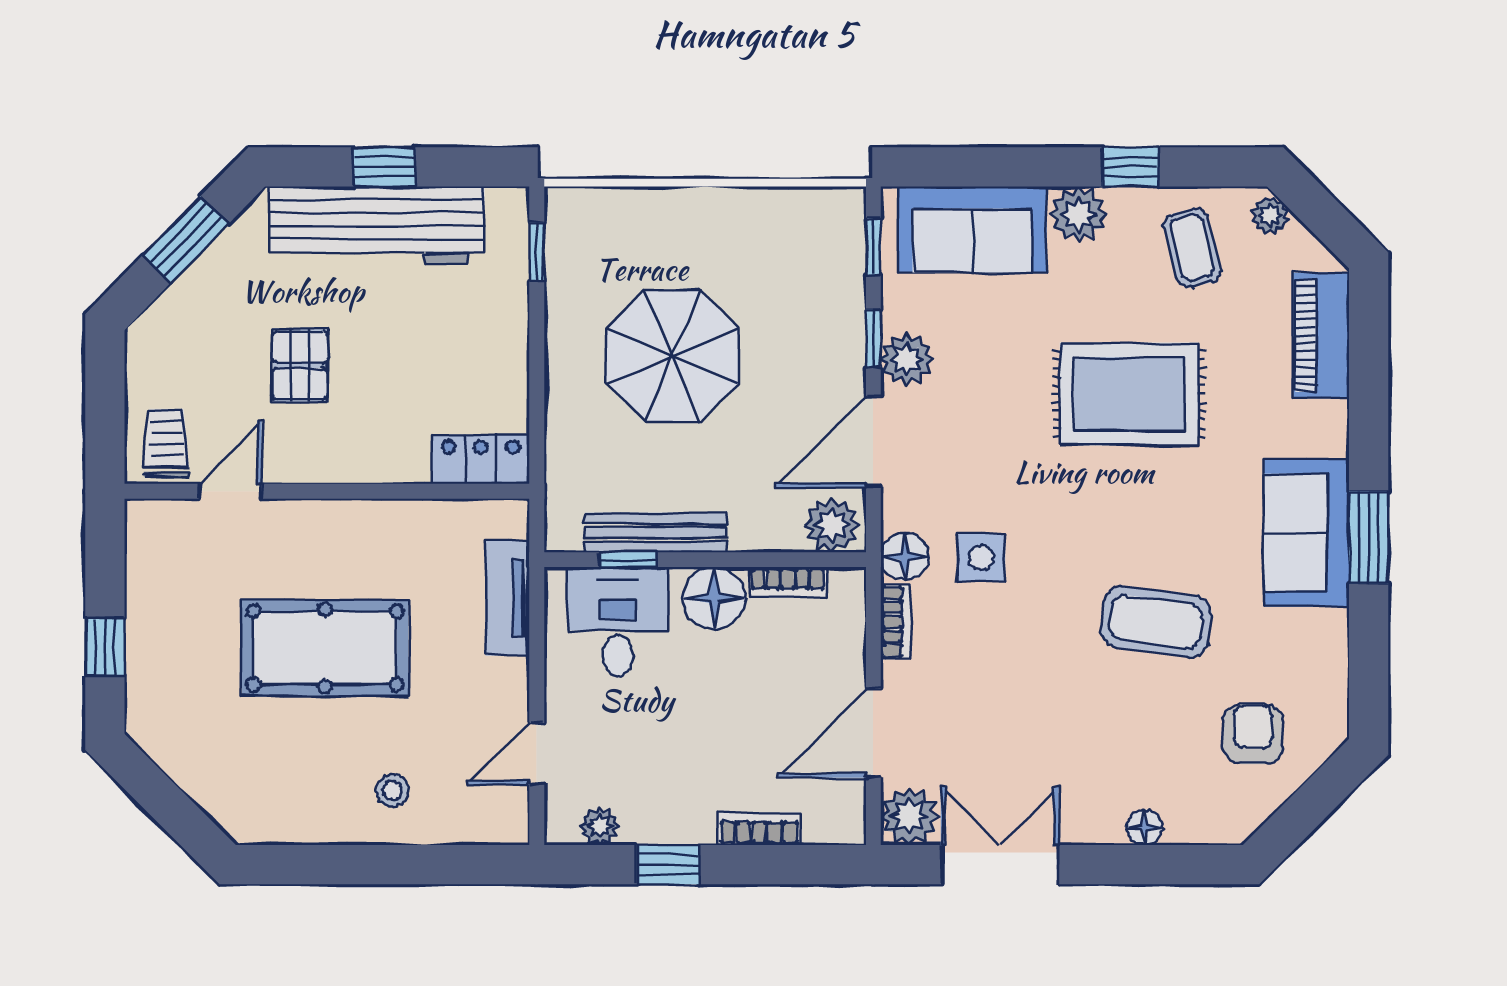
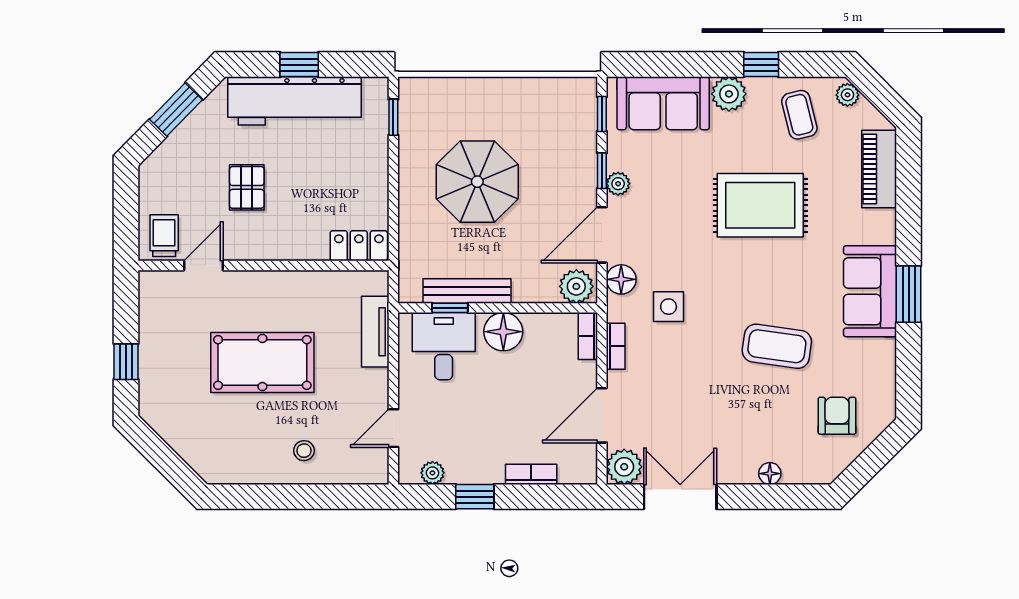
plant: (907, 359) -> (618, 184), width x0.73, depth x0.73
floor lamp: (905, 557) -> (621, 279), moved
bookcase: (788, 582) -> (588, 336), moved, turned 90

